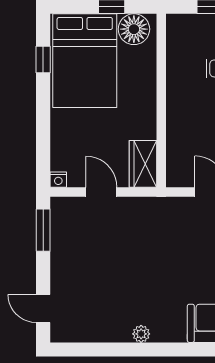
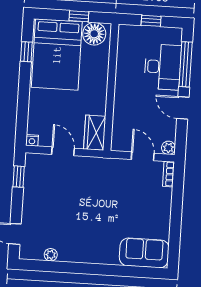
window: (43, 230) -> (19, 177), width x0.67
plant: (141, 334) -> (51, 255), moved

